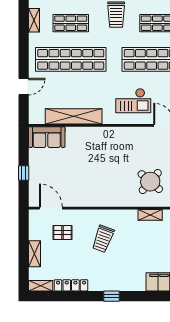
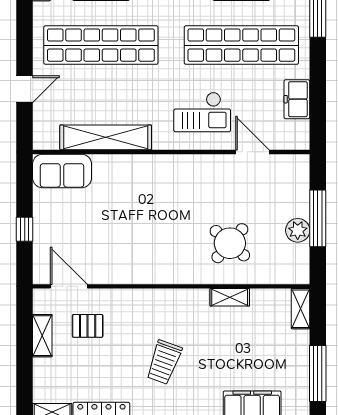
trolley: (103, 239) -> (164, 362), moved
shelving: (35, 254) -> (42, 336), moved

